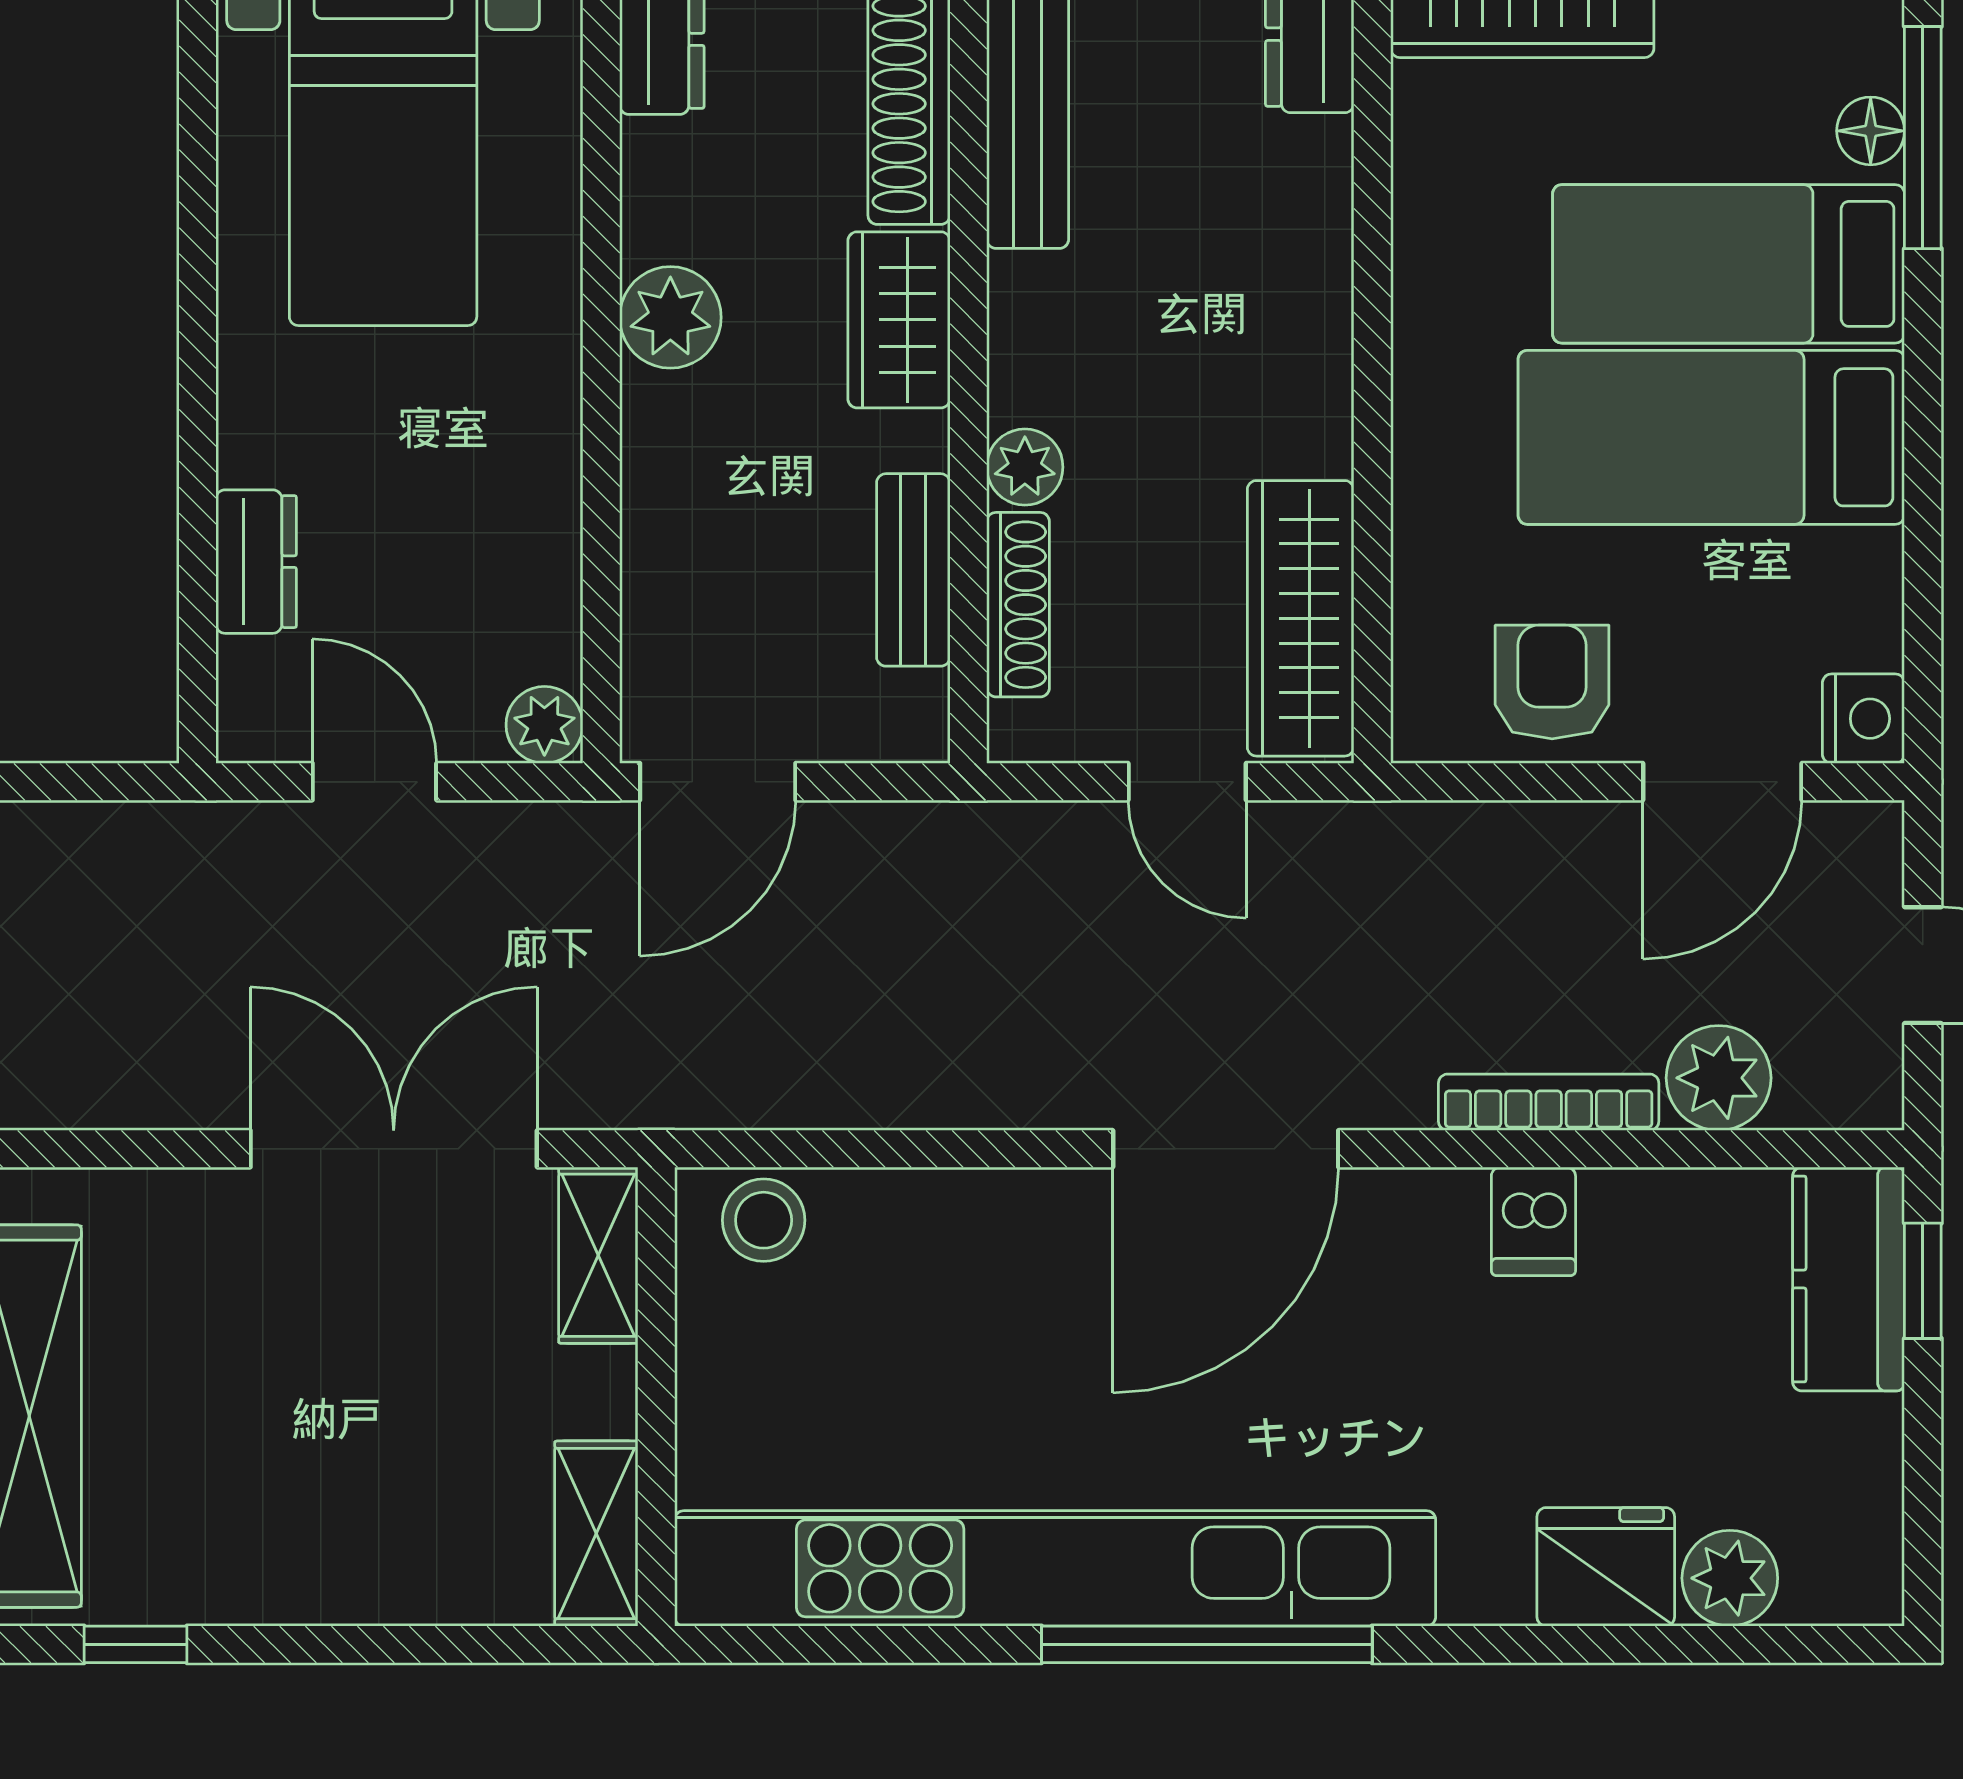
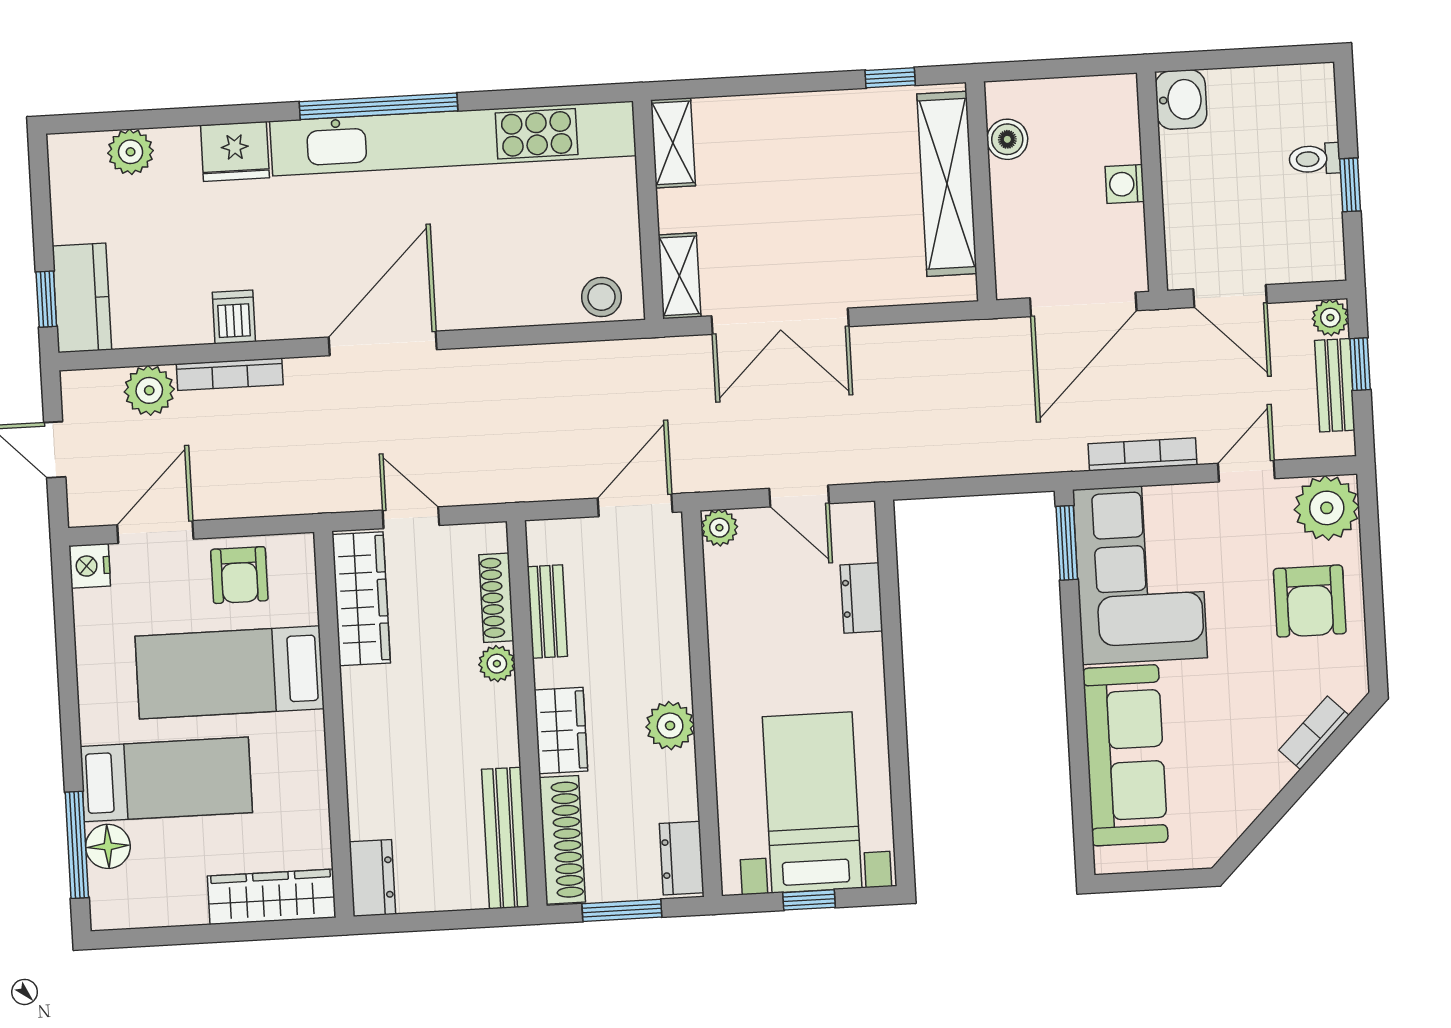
floor lamp: (1871, 131) -> (108, 846), width x1.37, depth x1.37
bed: (1711, 437) -> (230, 672), moved, turned 180
fridge: (1606, 1567) -> (235, 151), moved

